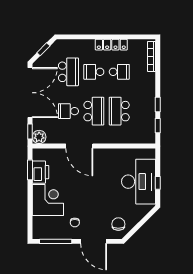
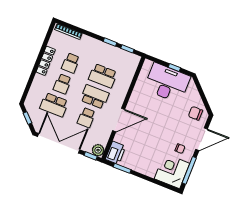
school desk: (68, 72) -> (54, 105), turned 180
school desk: (119, 72) -> (71, 63), turned 180
printer: (40, 172) -> (116, 153), moved, turned 90
corner desk: (48, 200) -> (172, 171), moved

